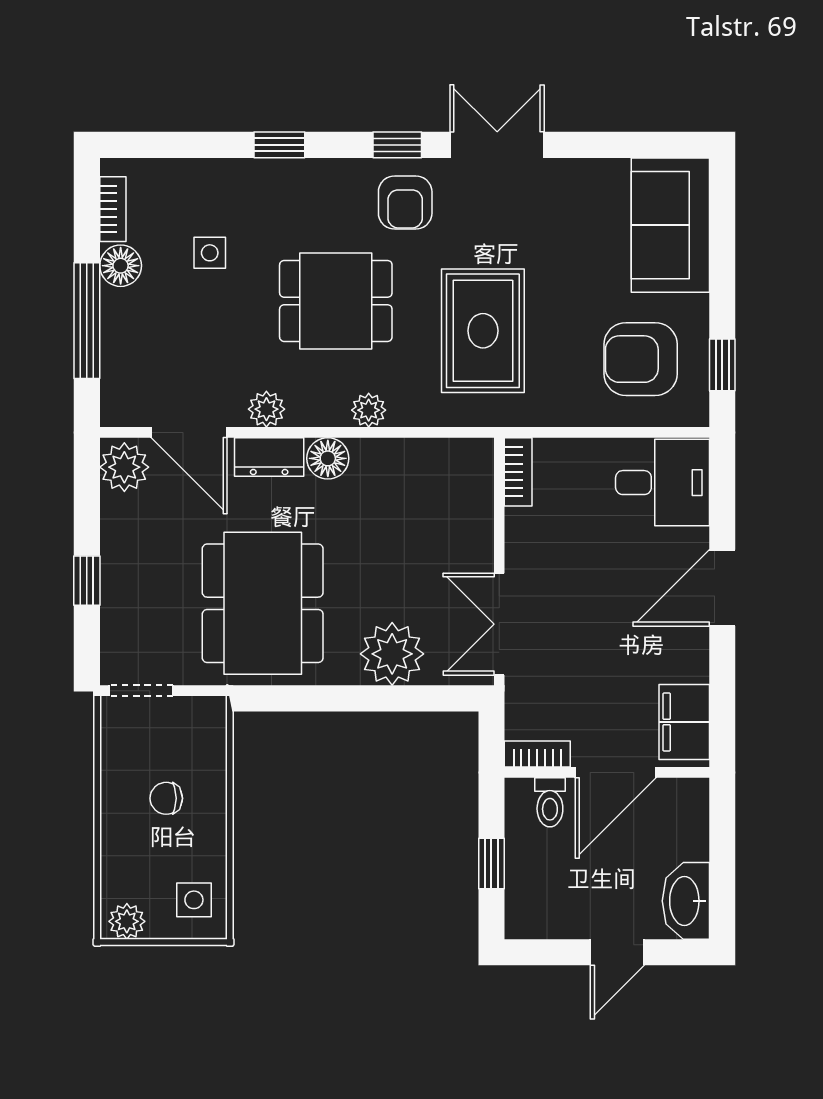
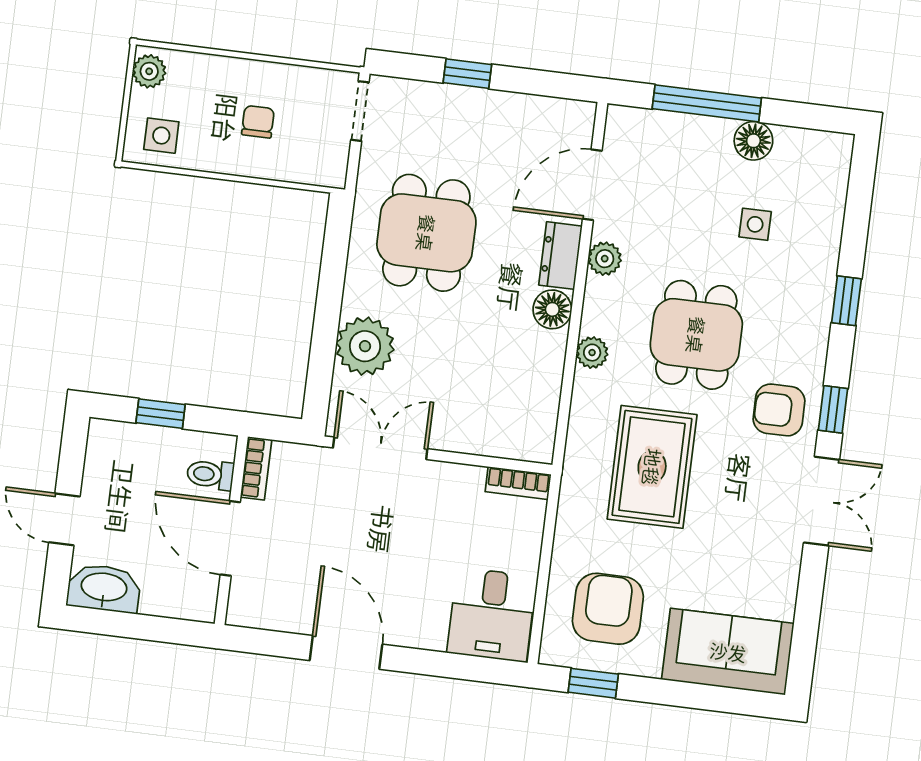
bookcase: (113, 209) -> (807, 140), removed
rug: (483, 331) -> (652, 467), turned 90
plant: (124, 467) -> (568, 121), removed
door: (722, 588) -> (346, 652), moved
dining table: (263, 603) -> (426, 233), width x0.73
filing cabinet: (684, 722) -> (269, 607), removed

